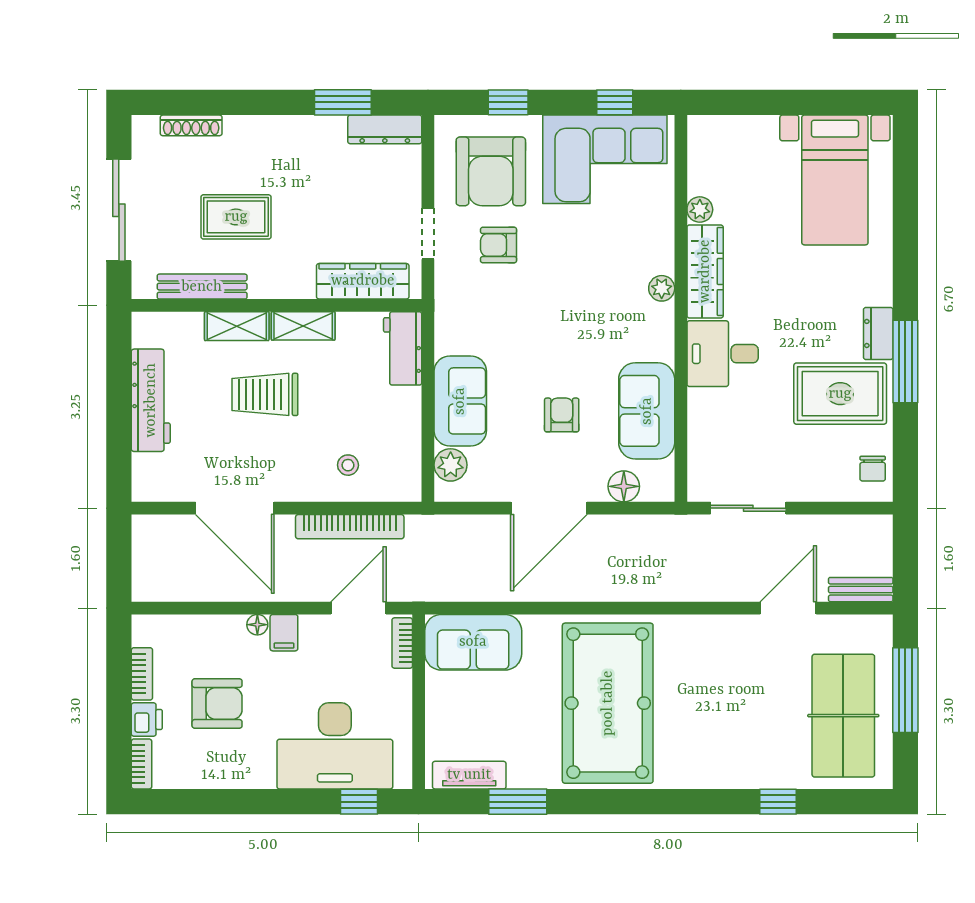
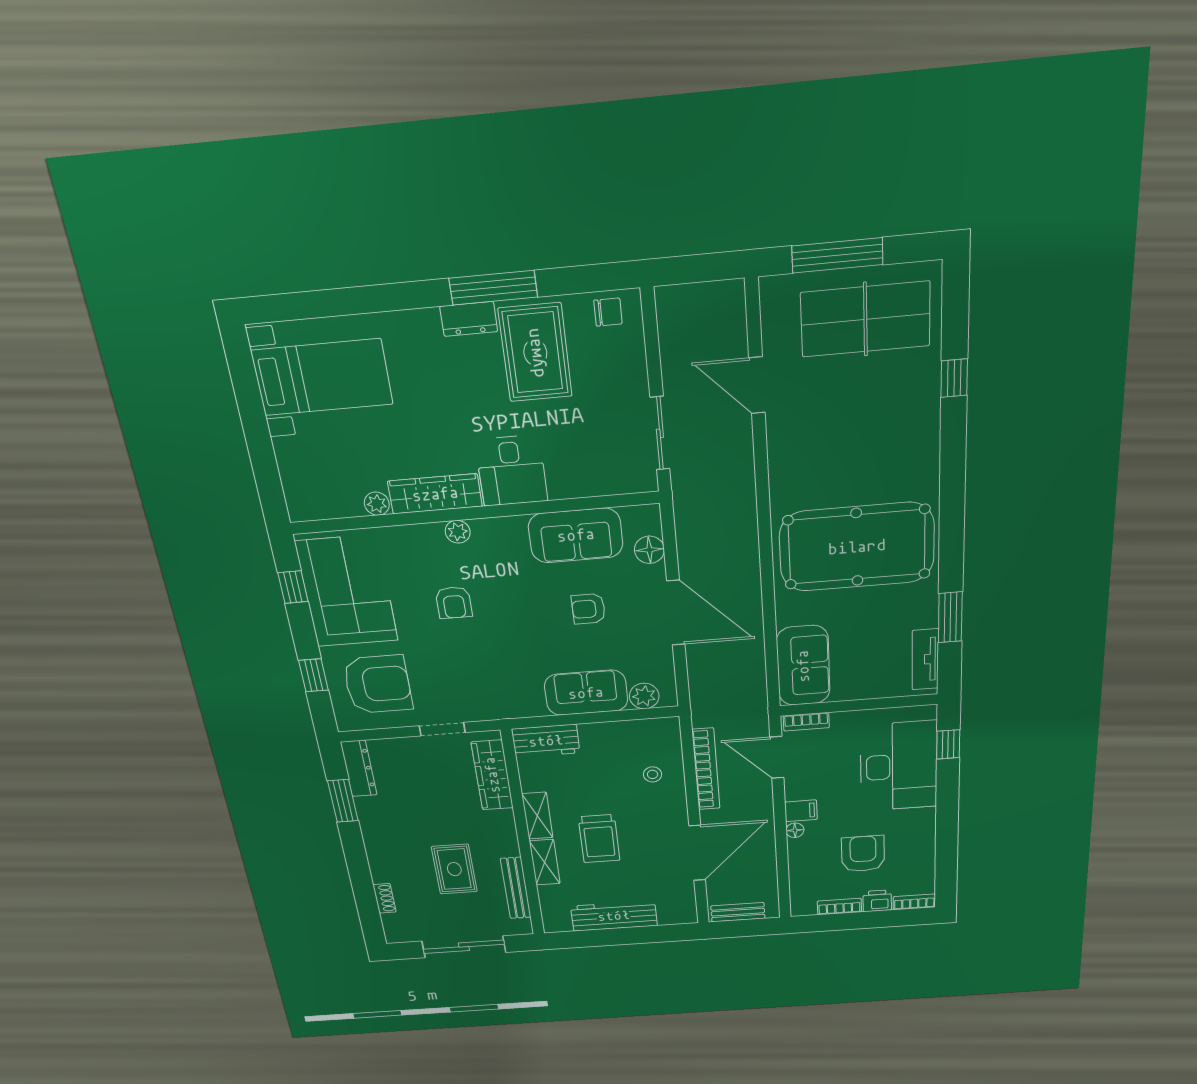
shoe rack: (191, 125) -> (384, 898), width x0.70
armchair: (499, 245) -> (454, 603), moved
bench: (861, 590) -> (738, 912), moved, turned 90

